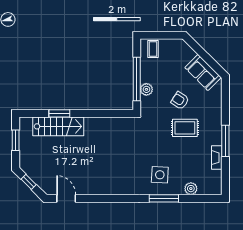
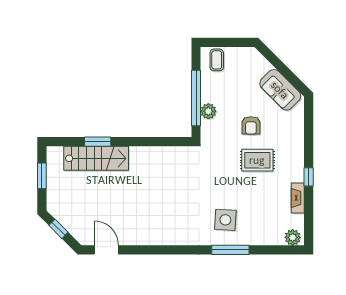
armchair: (180, 101) -> (251, 125), turned -123
window: (225, 141) -> (309, 177), width x0.46
plant: (191, 189) -> (293, 237), moved

